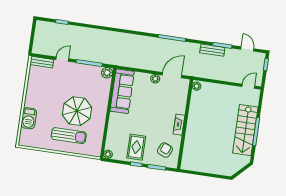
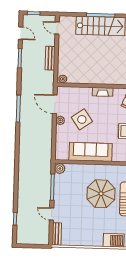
door: (247, 49) -> (21, 33), swing flipped
bench: (212, 50) -> (50, 58), moved
sofa: (122, 91) -> (91, 152), moved
side table: (154, 101) -> (82, 119), added

